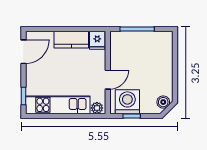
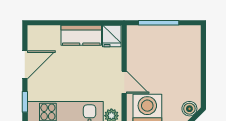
door: (23, 52) -> (25, 65), moved
door: (108, 80) -> (124, 82), hinge flipped

